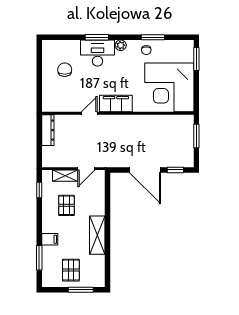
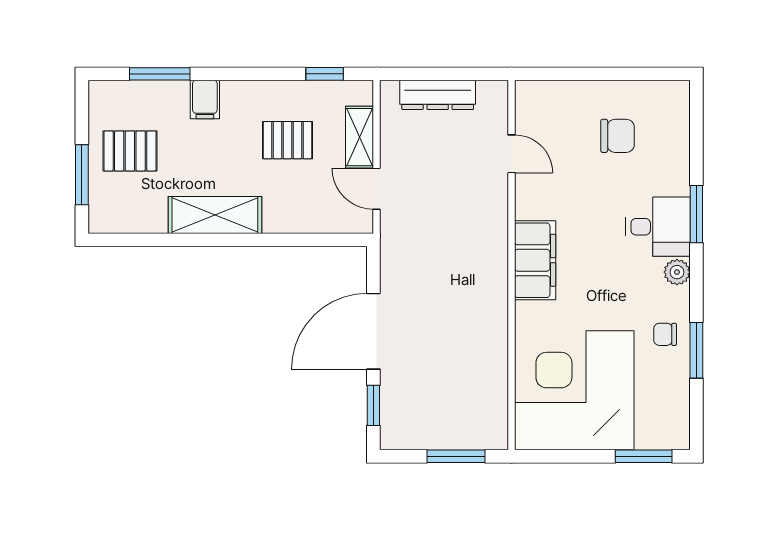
desk: (97, 53) -> (658, 227), width x0.73
door: (89, 113) -> (511, 154), moved
dresser: (48, 130) -> (438, 95), moved

